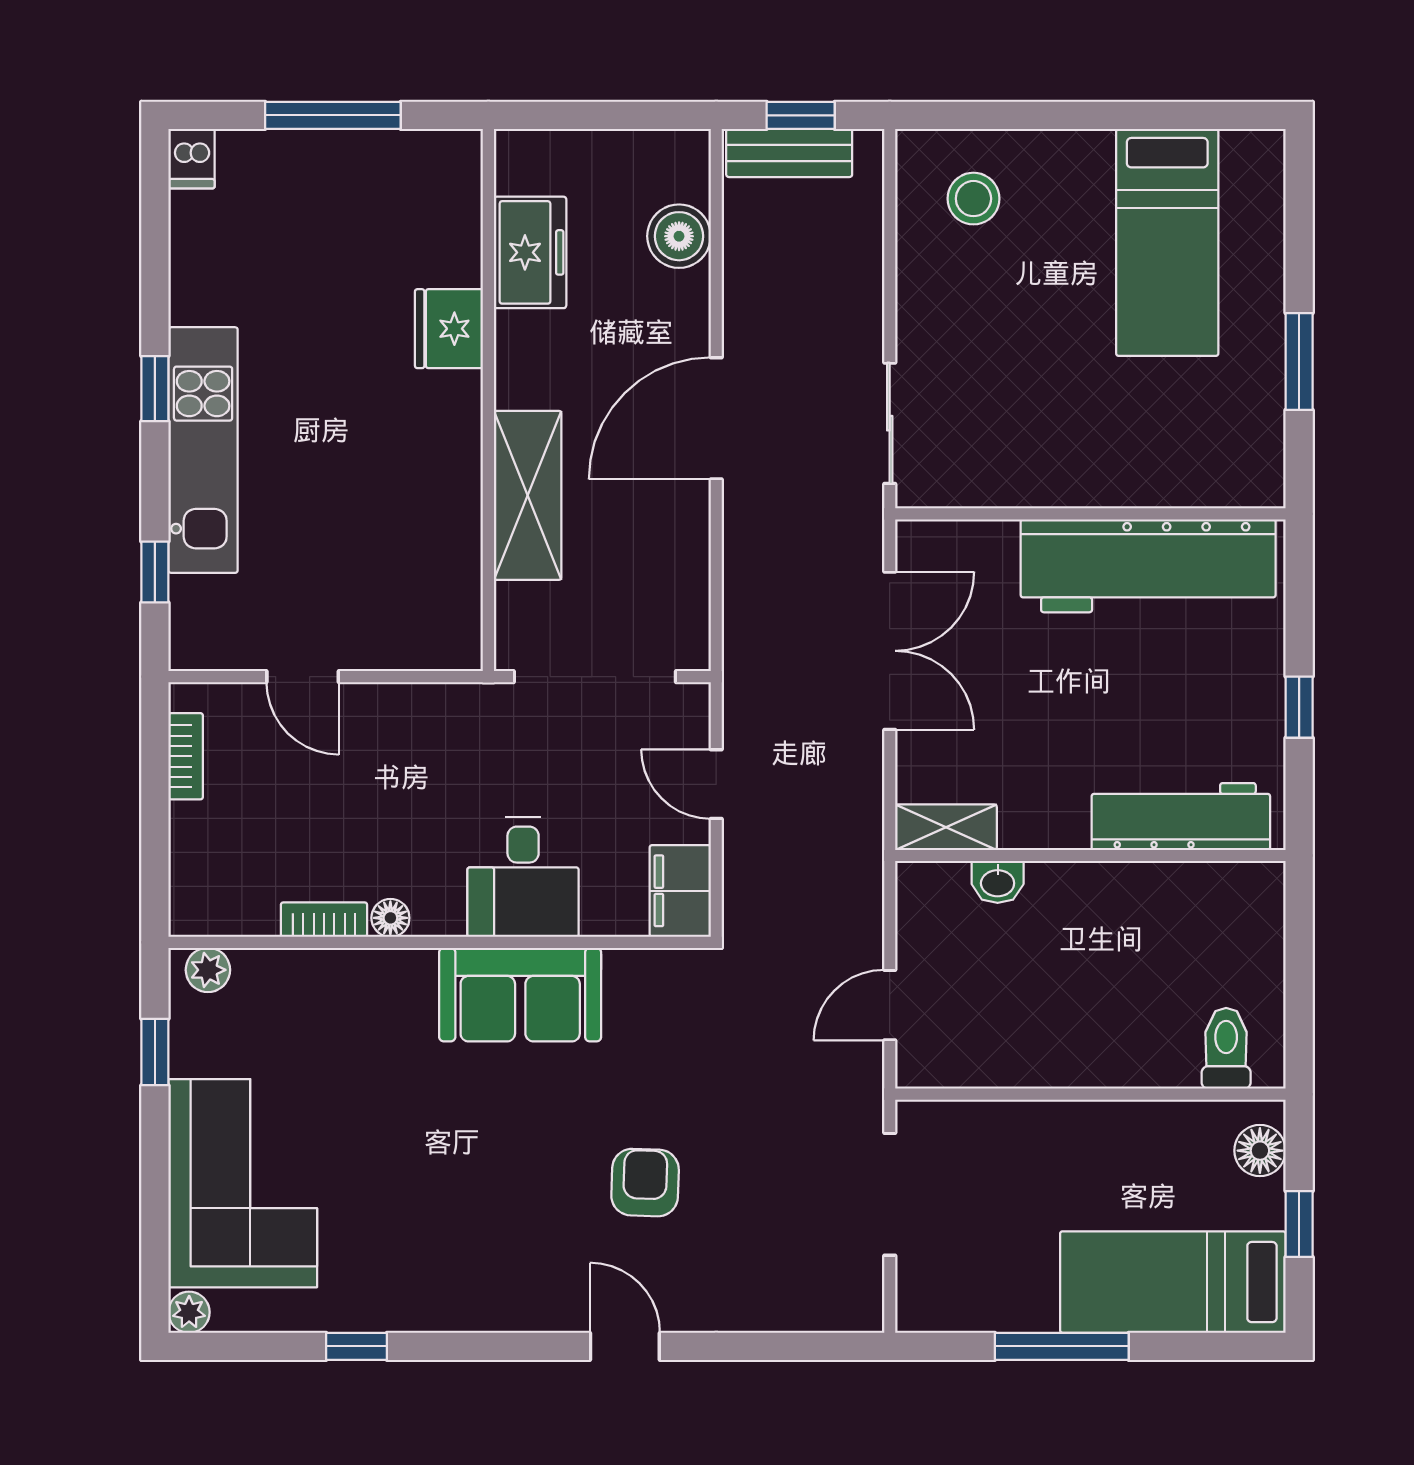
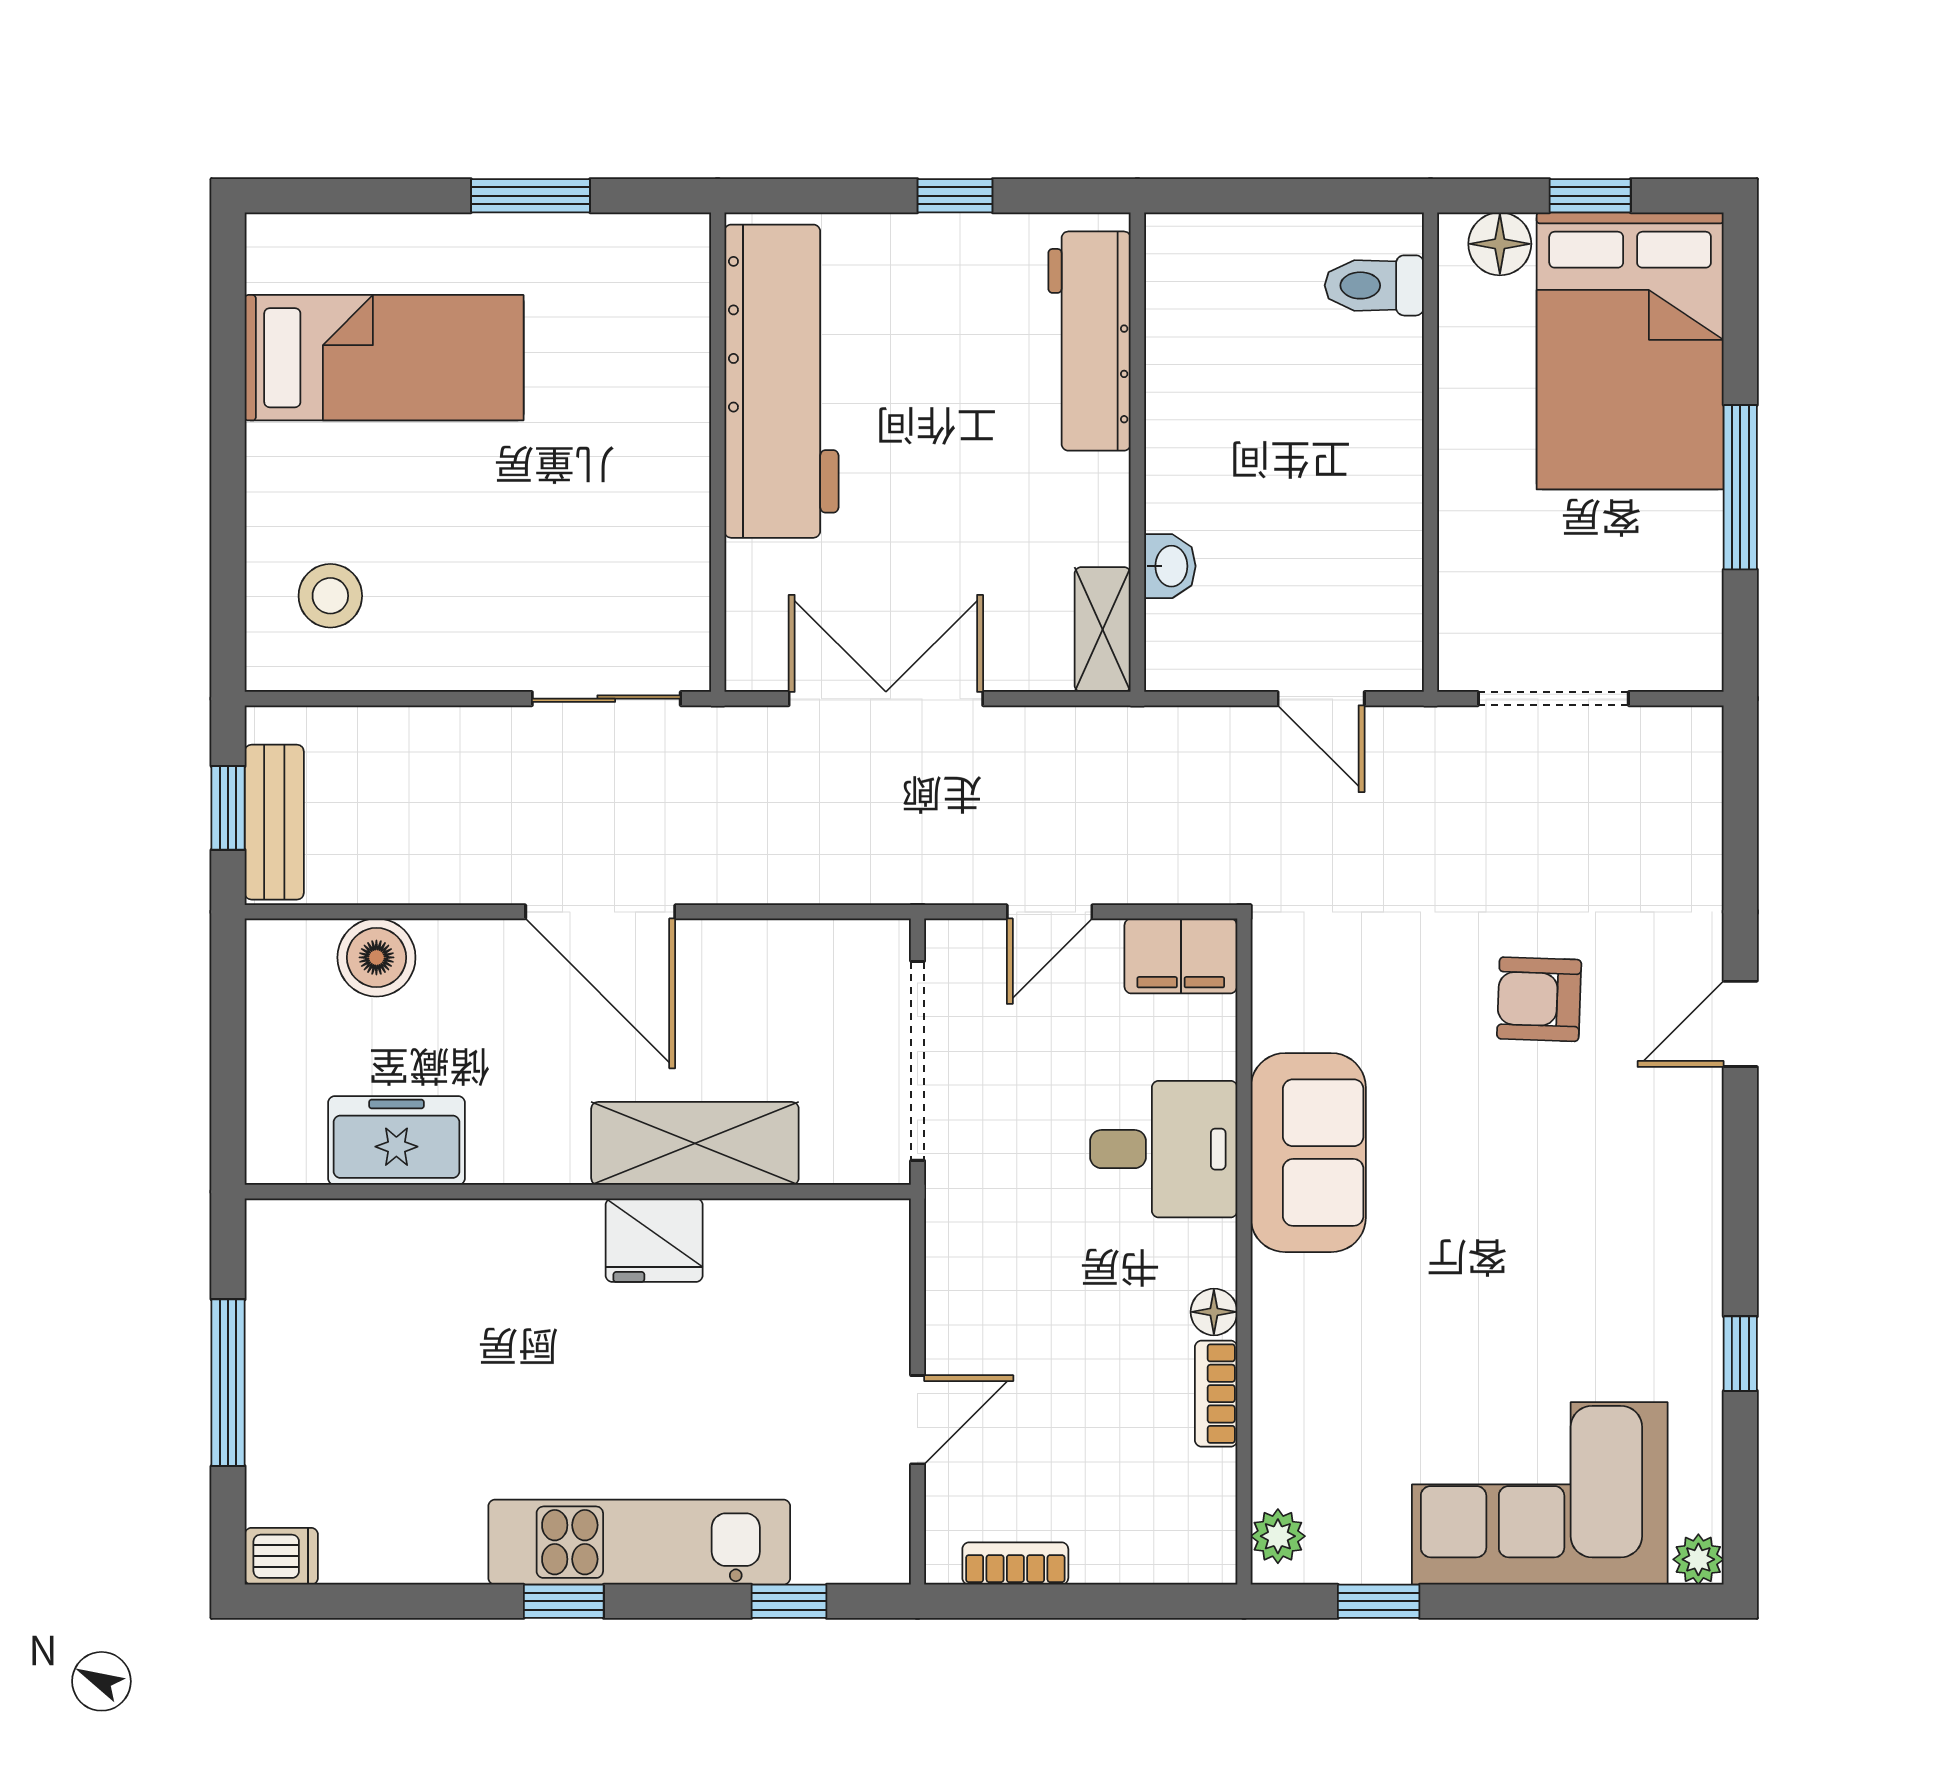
fridge: (449, 329) -> (654, 1240), moved
bed: (1173, 1282) -> (1630, 351), width x1.50

